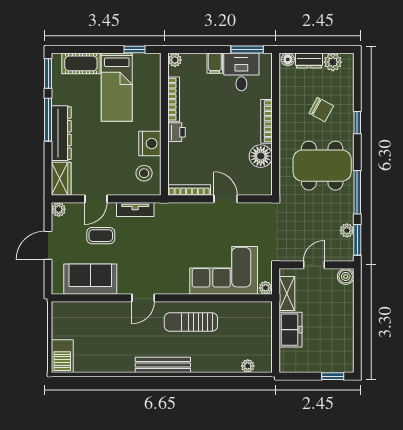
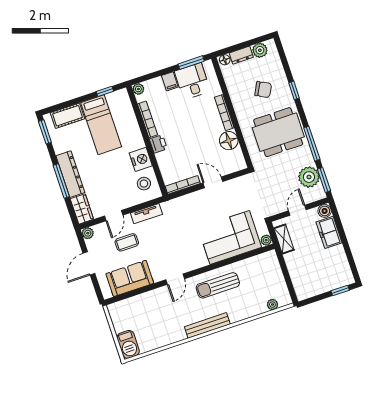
window: (48, 120) -> (61, 181), moved
plant: (347, 230) -> (309, 177), width x1.88, depth x1.88
freezer: (290, 330) -> (329, 232), moved, turned 180

